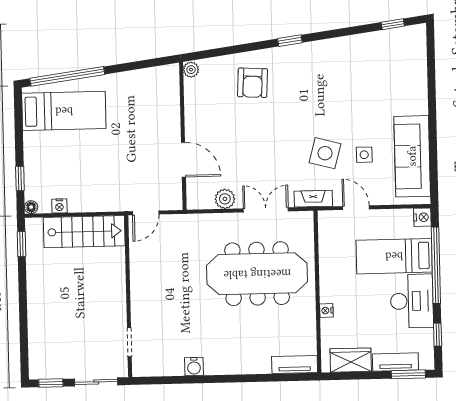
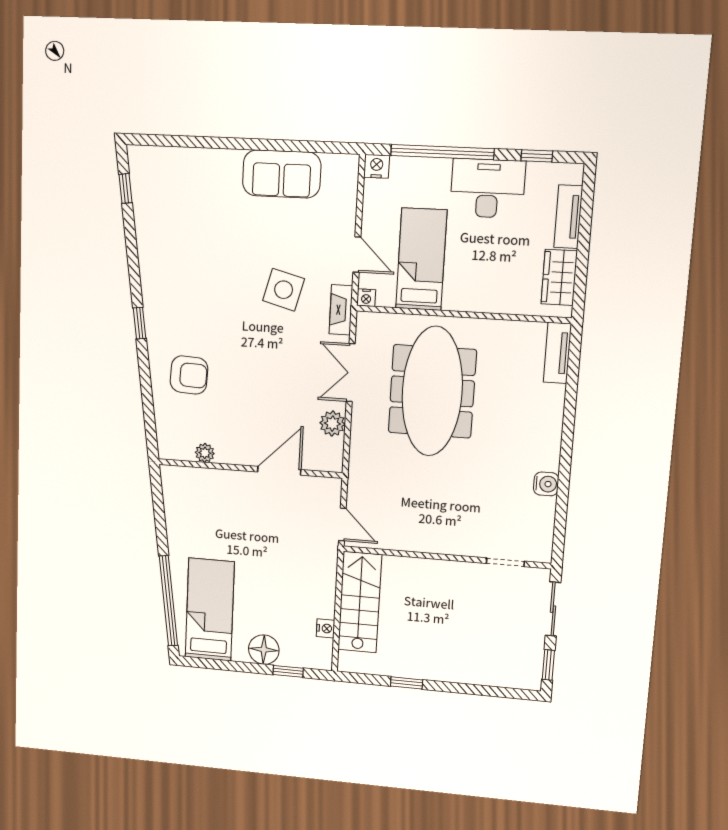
plant: (191, 70) -> (205, 453), moved
side table: (364, 155) -> (289, 238), removed
sofa: (412, 156) -> (282, 174), width x0.73
floor lamp: (31, 207) -> (264, 650), moved, width x1.89, depth x1.89
door: (356, 208) -> (357, 255), swing flipped
window: (22, 244) -> (407, 683), moved
bed: (394, 256) -> (421, 259), moved, turned 180
nightstand: (326, 311) -> (366, 298), moved
window: (408, 374) -> (587, 200), removed

